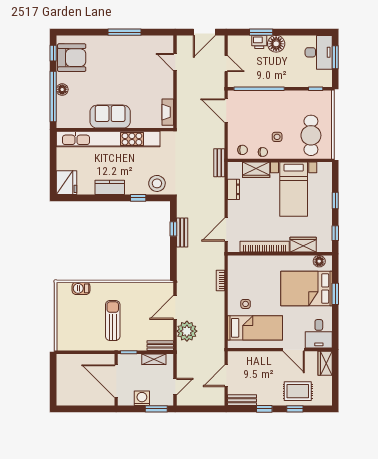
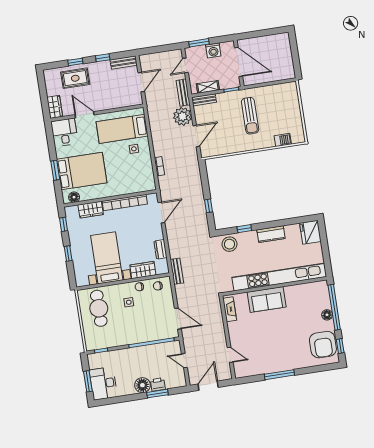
armchair: (72, 58) -> (323, 345), turned -90
sofa: (110, 117) -> (267, 299), moved
bench: (182, 232) -> (183, 93), moved

